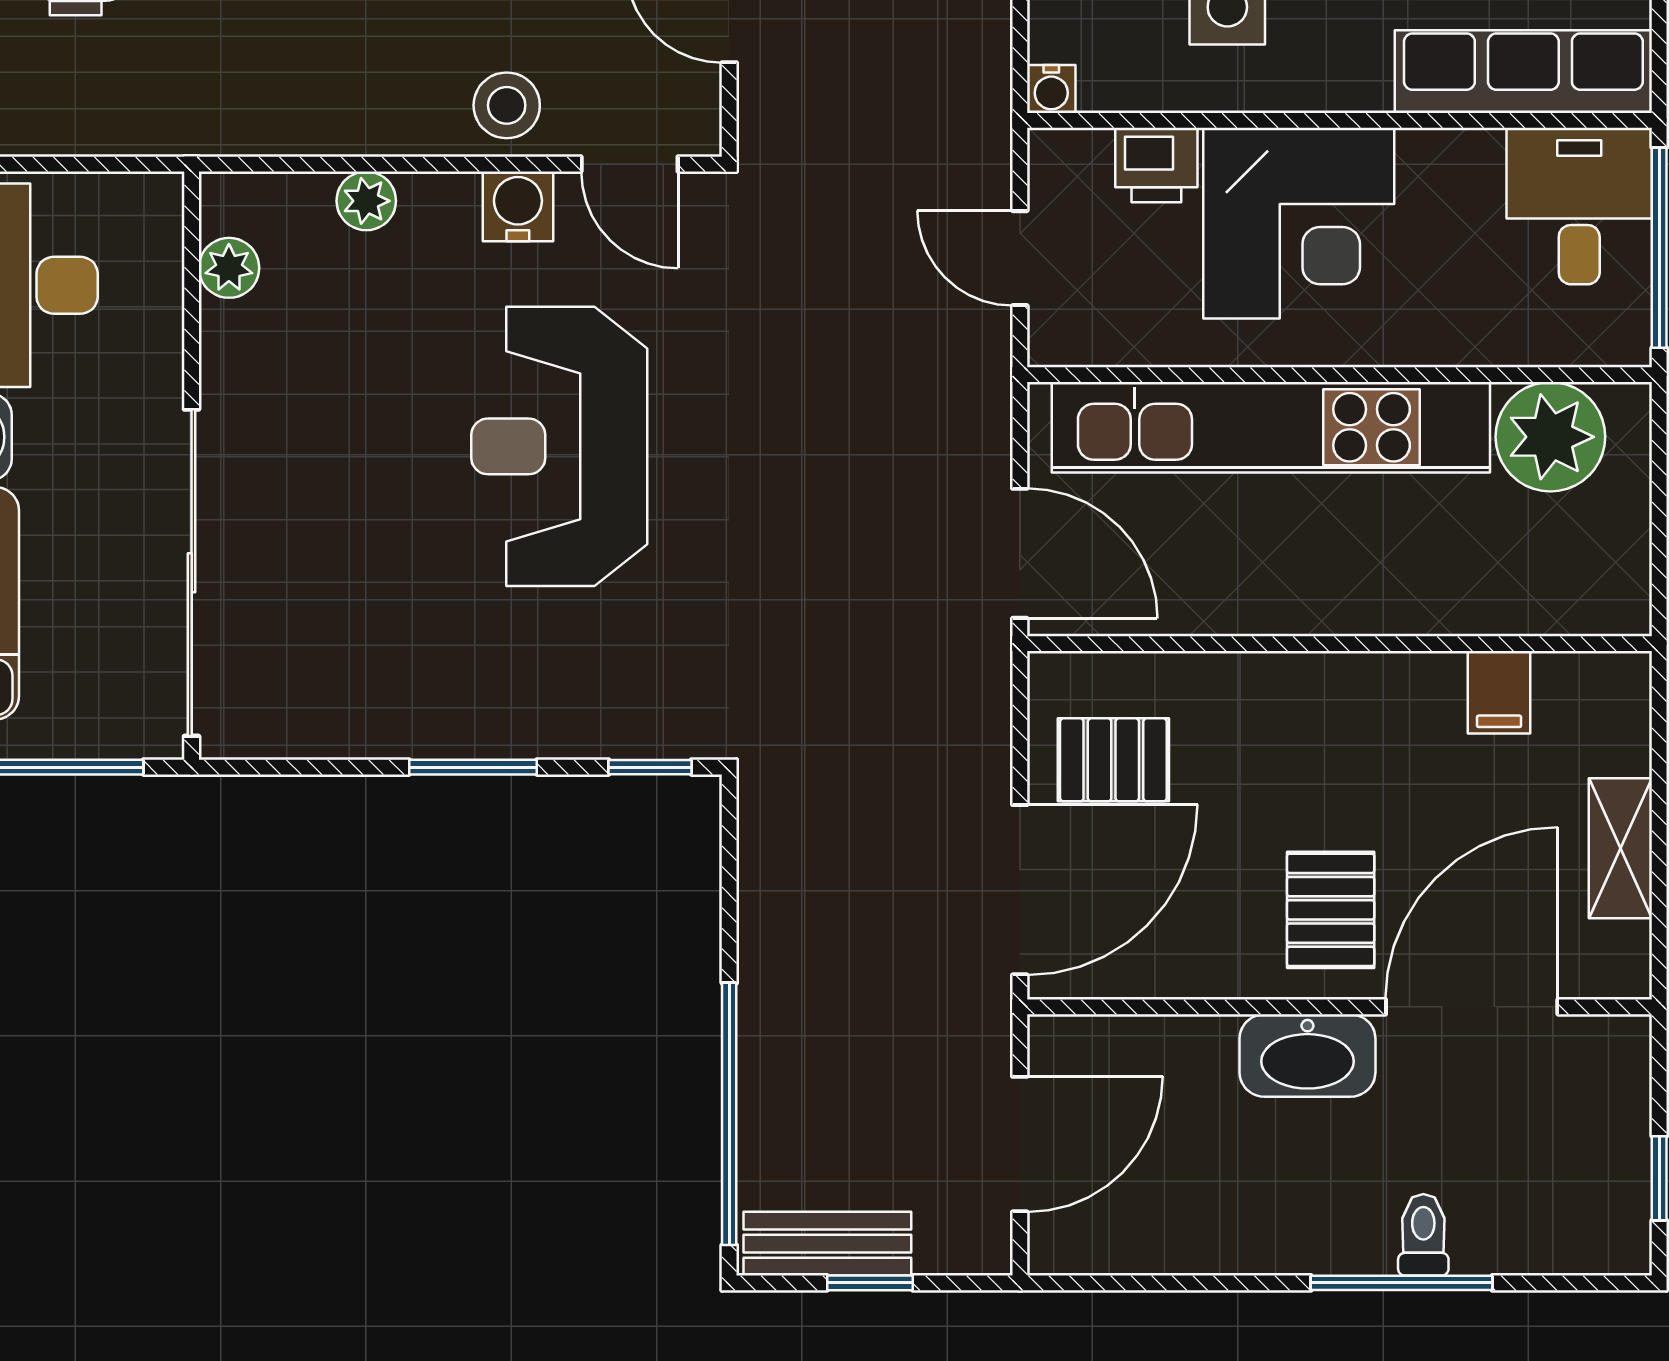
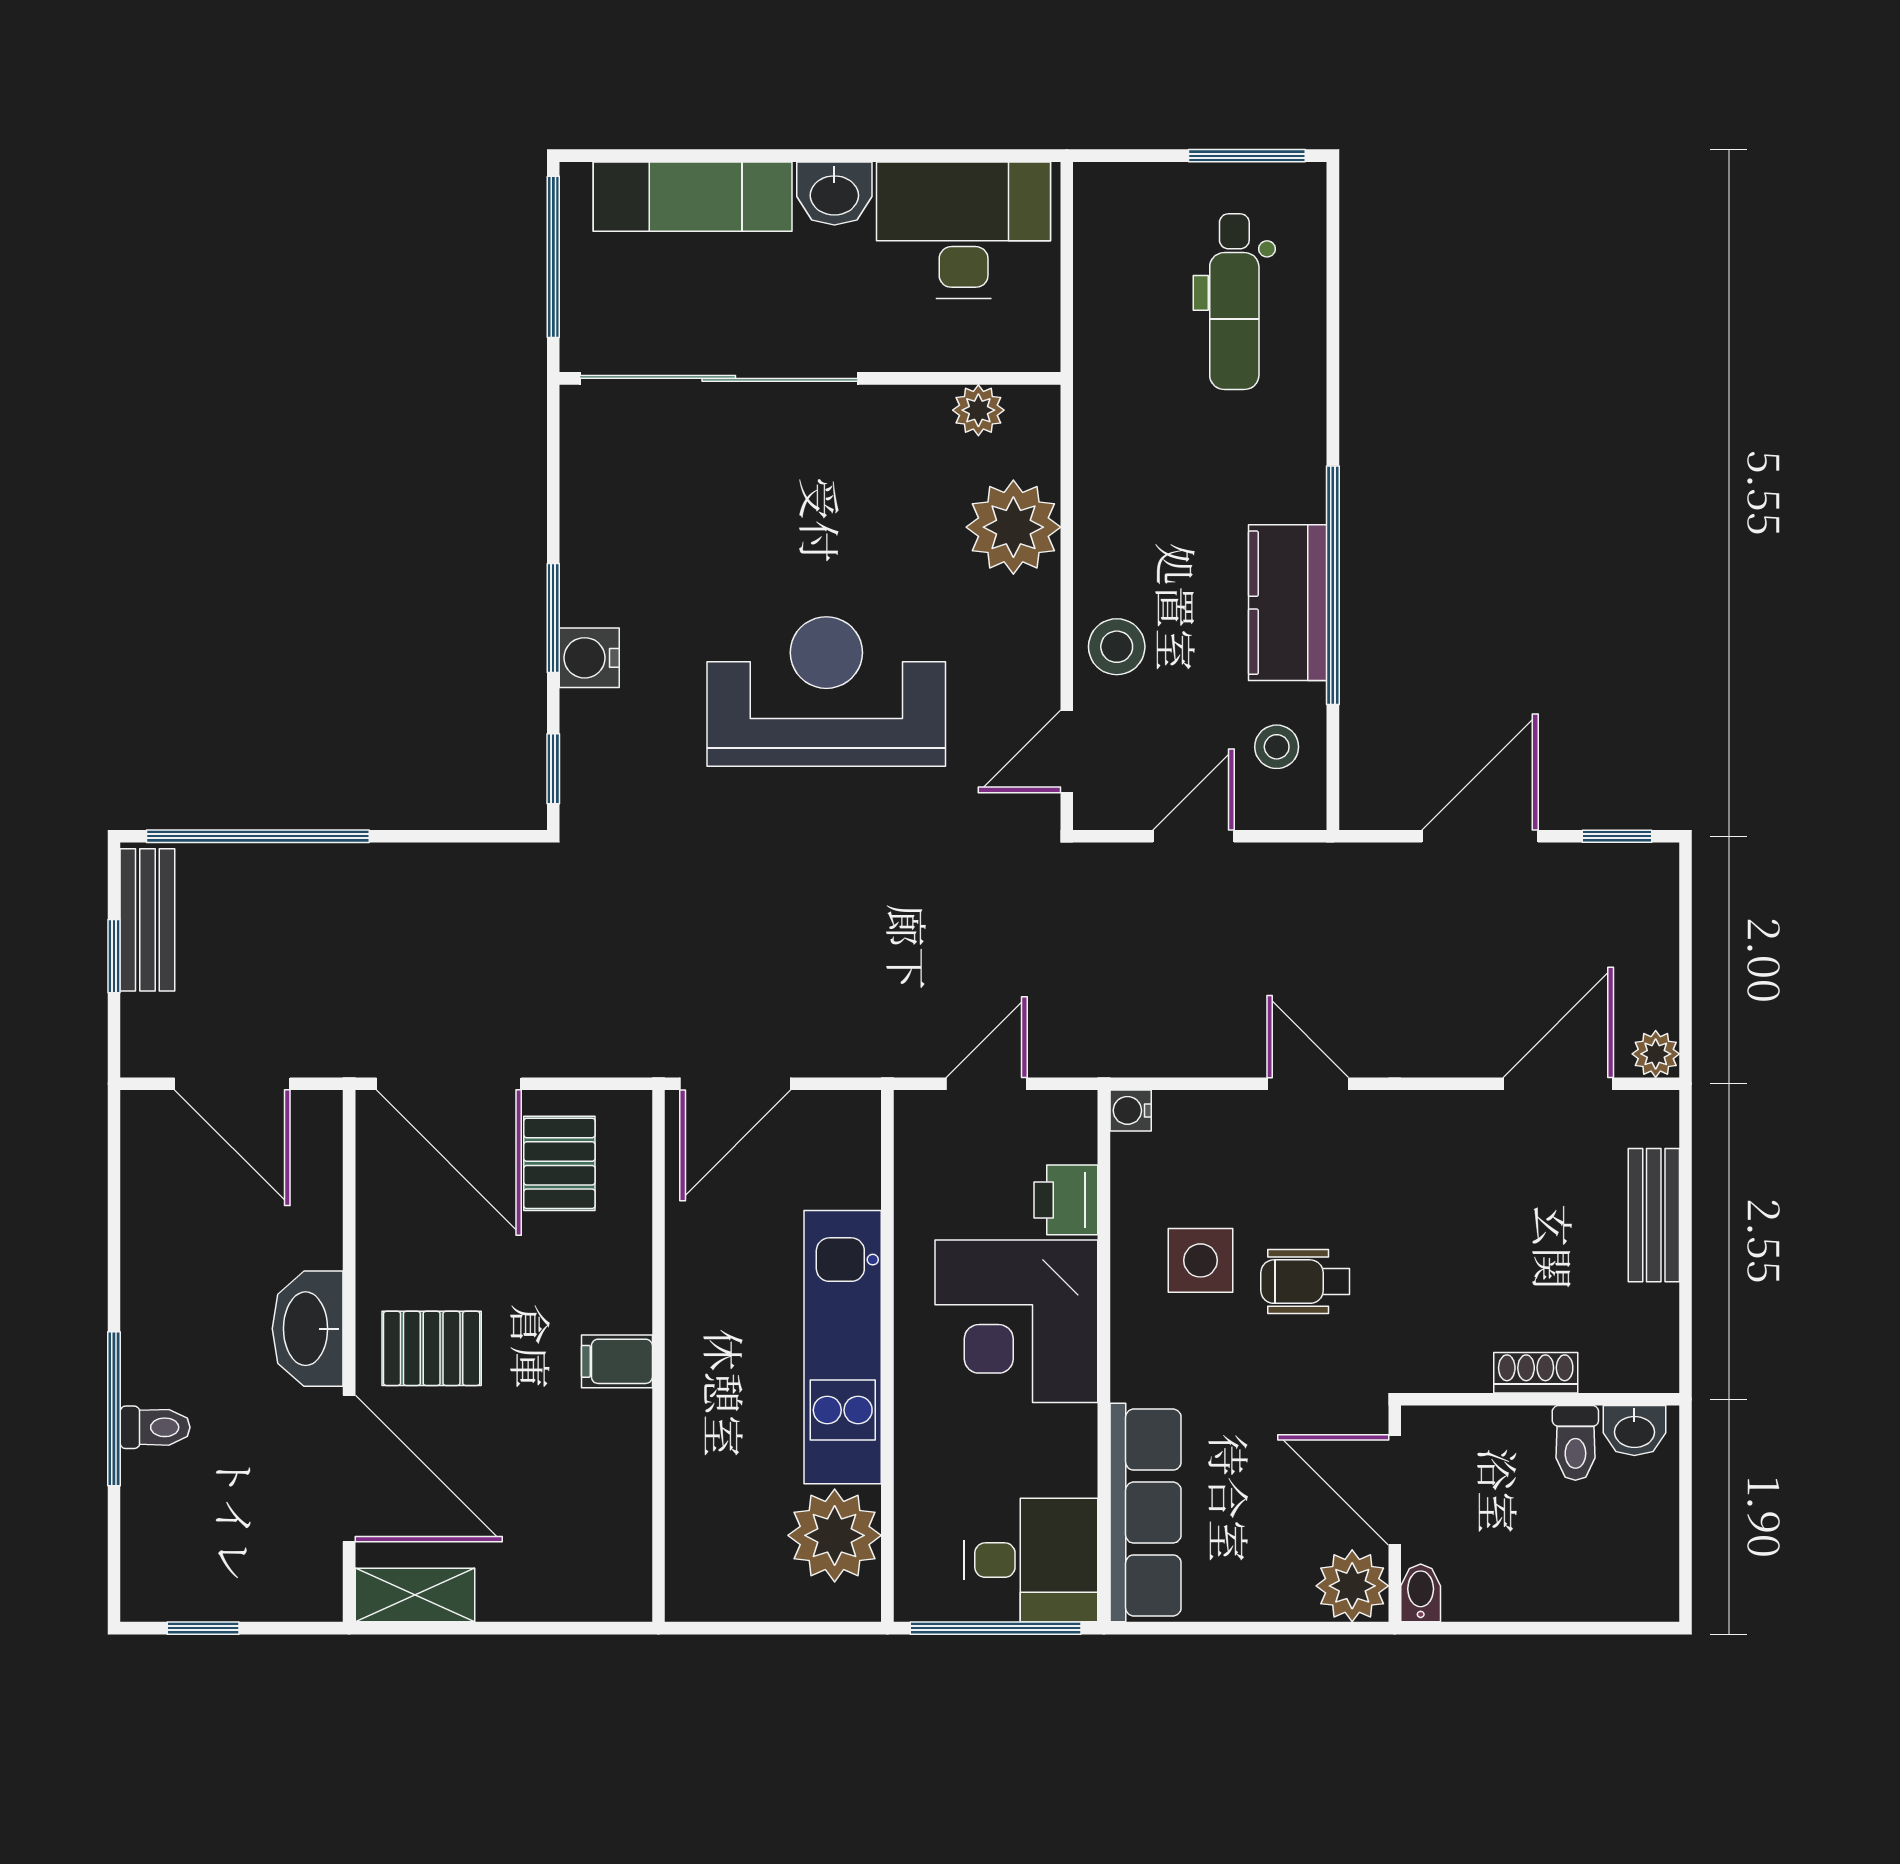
plant: (366, 201) -> (1013, 527), width x1.88, depth x1.88
water cooler: (518, 206) -> (589, 658), moved, turned 180
kitchen unit: (1271, 427) -> (843, 1347), width x0.73
filing cabinet: (1499, 692) -> (617, 1361), moved
shelving: (1620, 848) -> (415, 1595), moved

